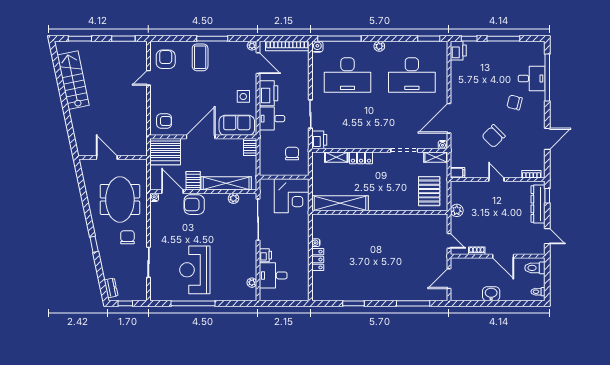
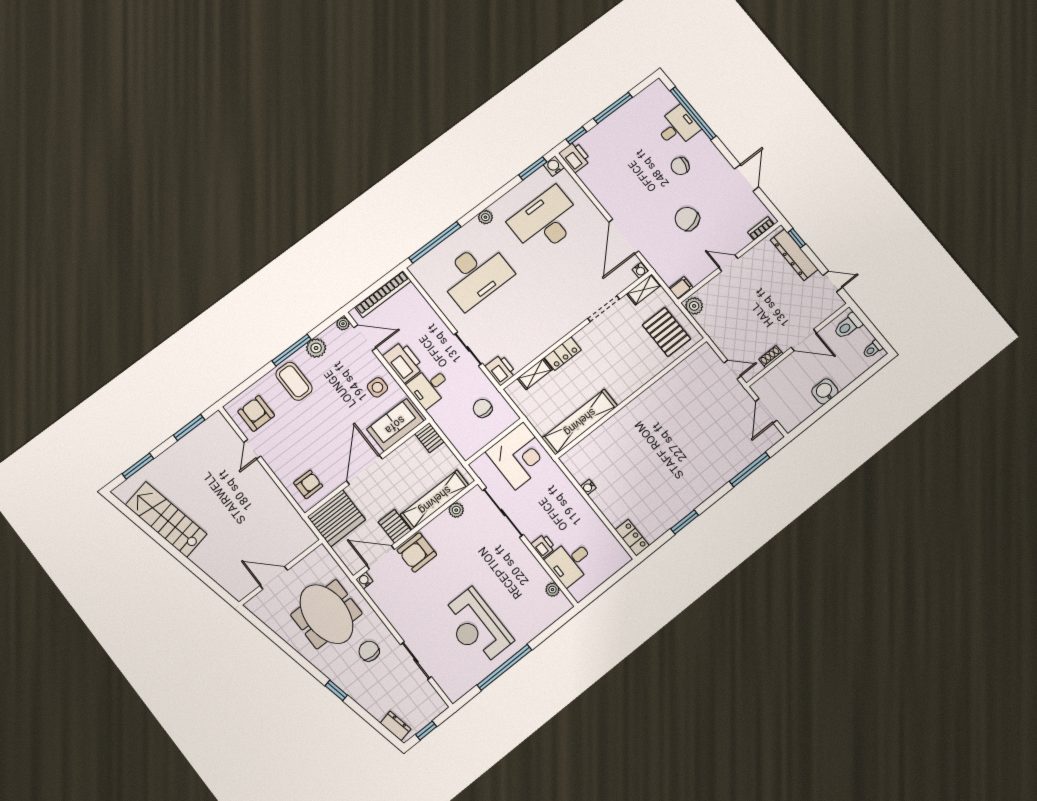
water cooler: (317, 47) -> (554, 166), moved
plant: (227, 48) -> (316, 348), added
desk: (412, 75) -> (546, 221), turned 180
chair: (494, 136) -> (687, 219), turned 118
plant: (457, 210) -> (694, 306), moved
locker: (318, 260) -> (632, 538), moved

